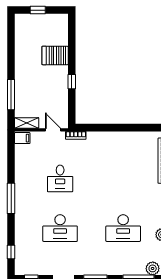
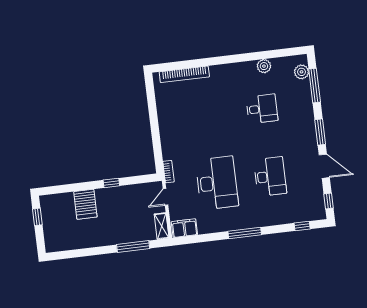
window: (38, 10) -> (37, 217), moved
filing cabinet: (22, 138) -> (184, 228), width x2.00
desk: (60, 178) -> (217, 183), width x1.87, depth x1.30
desk: (123, 228) -> (262, 109), width x0.73

